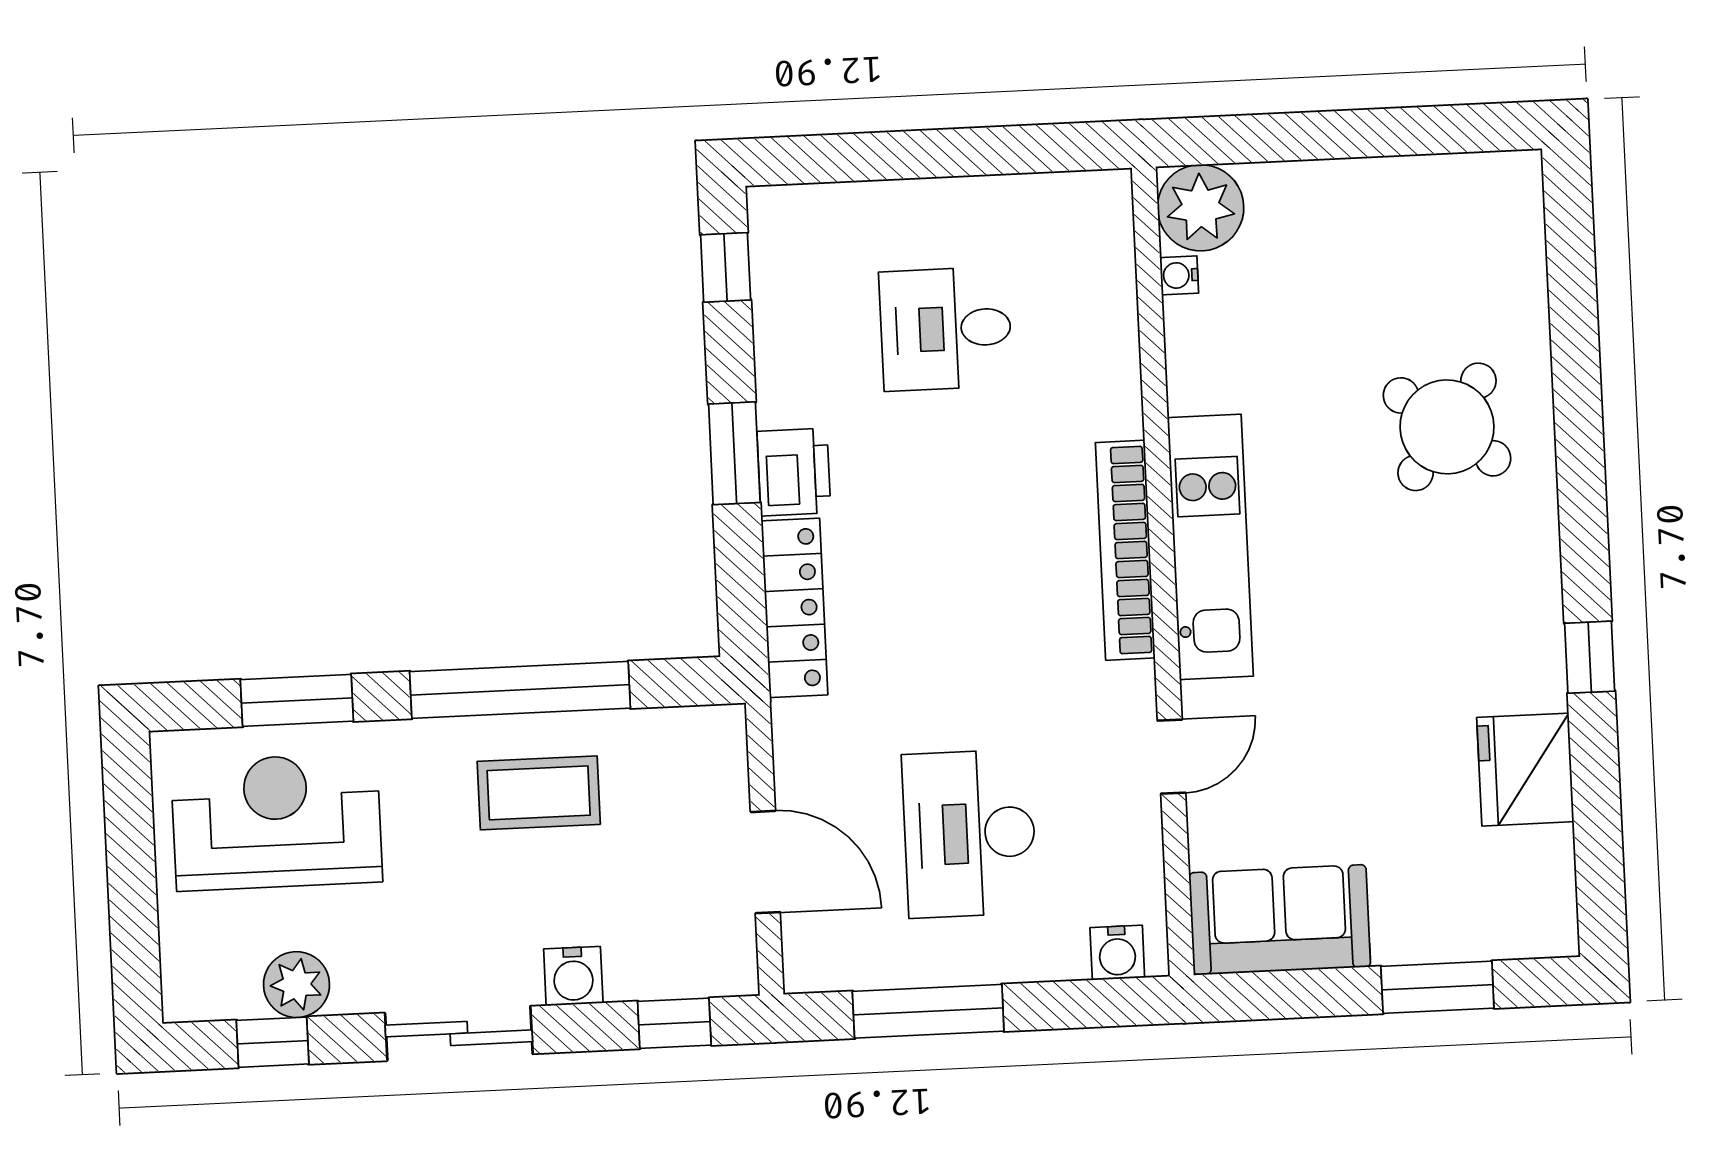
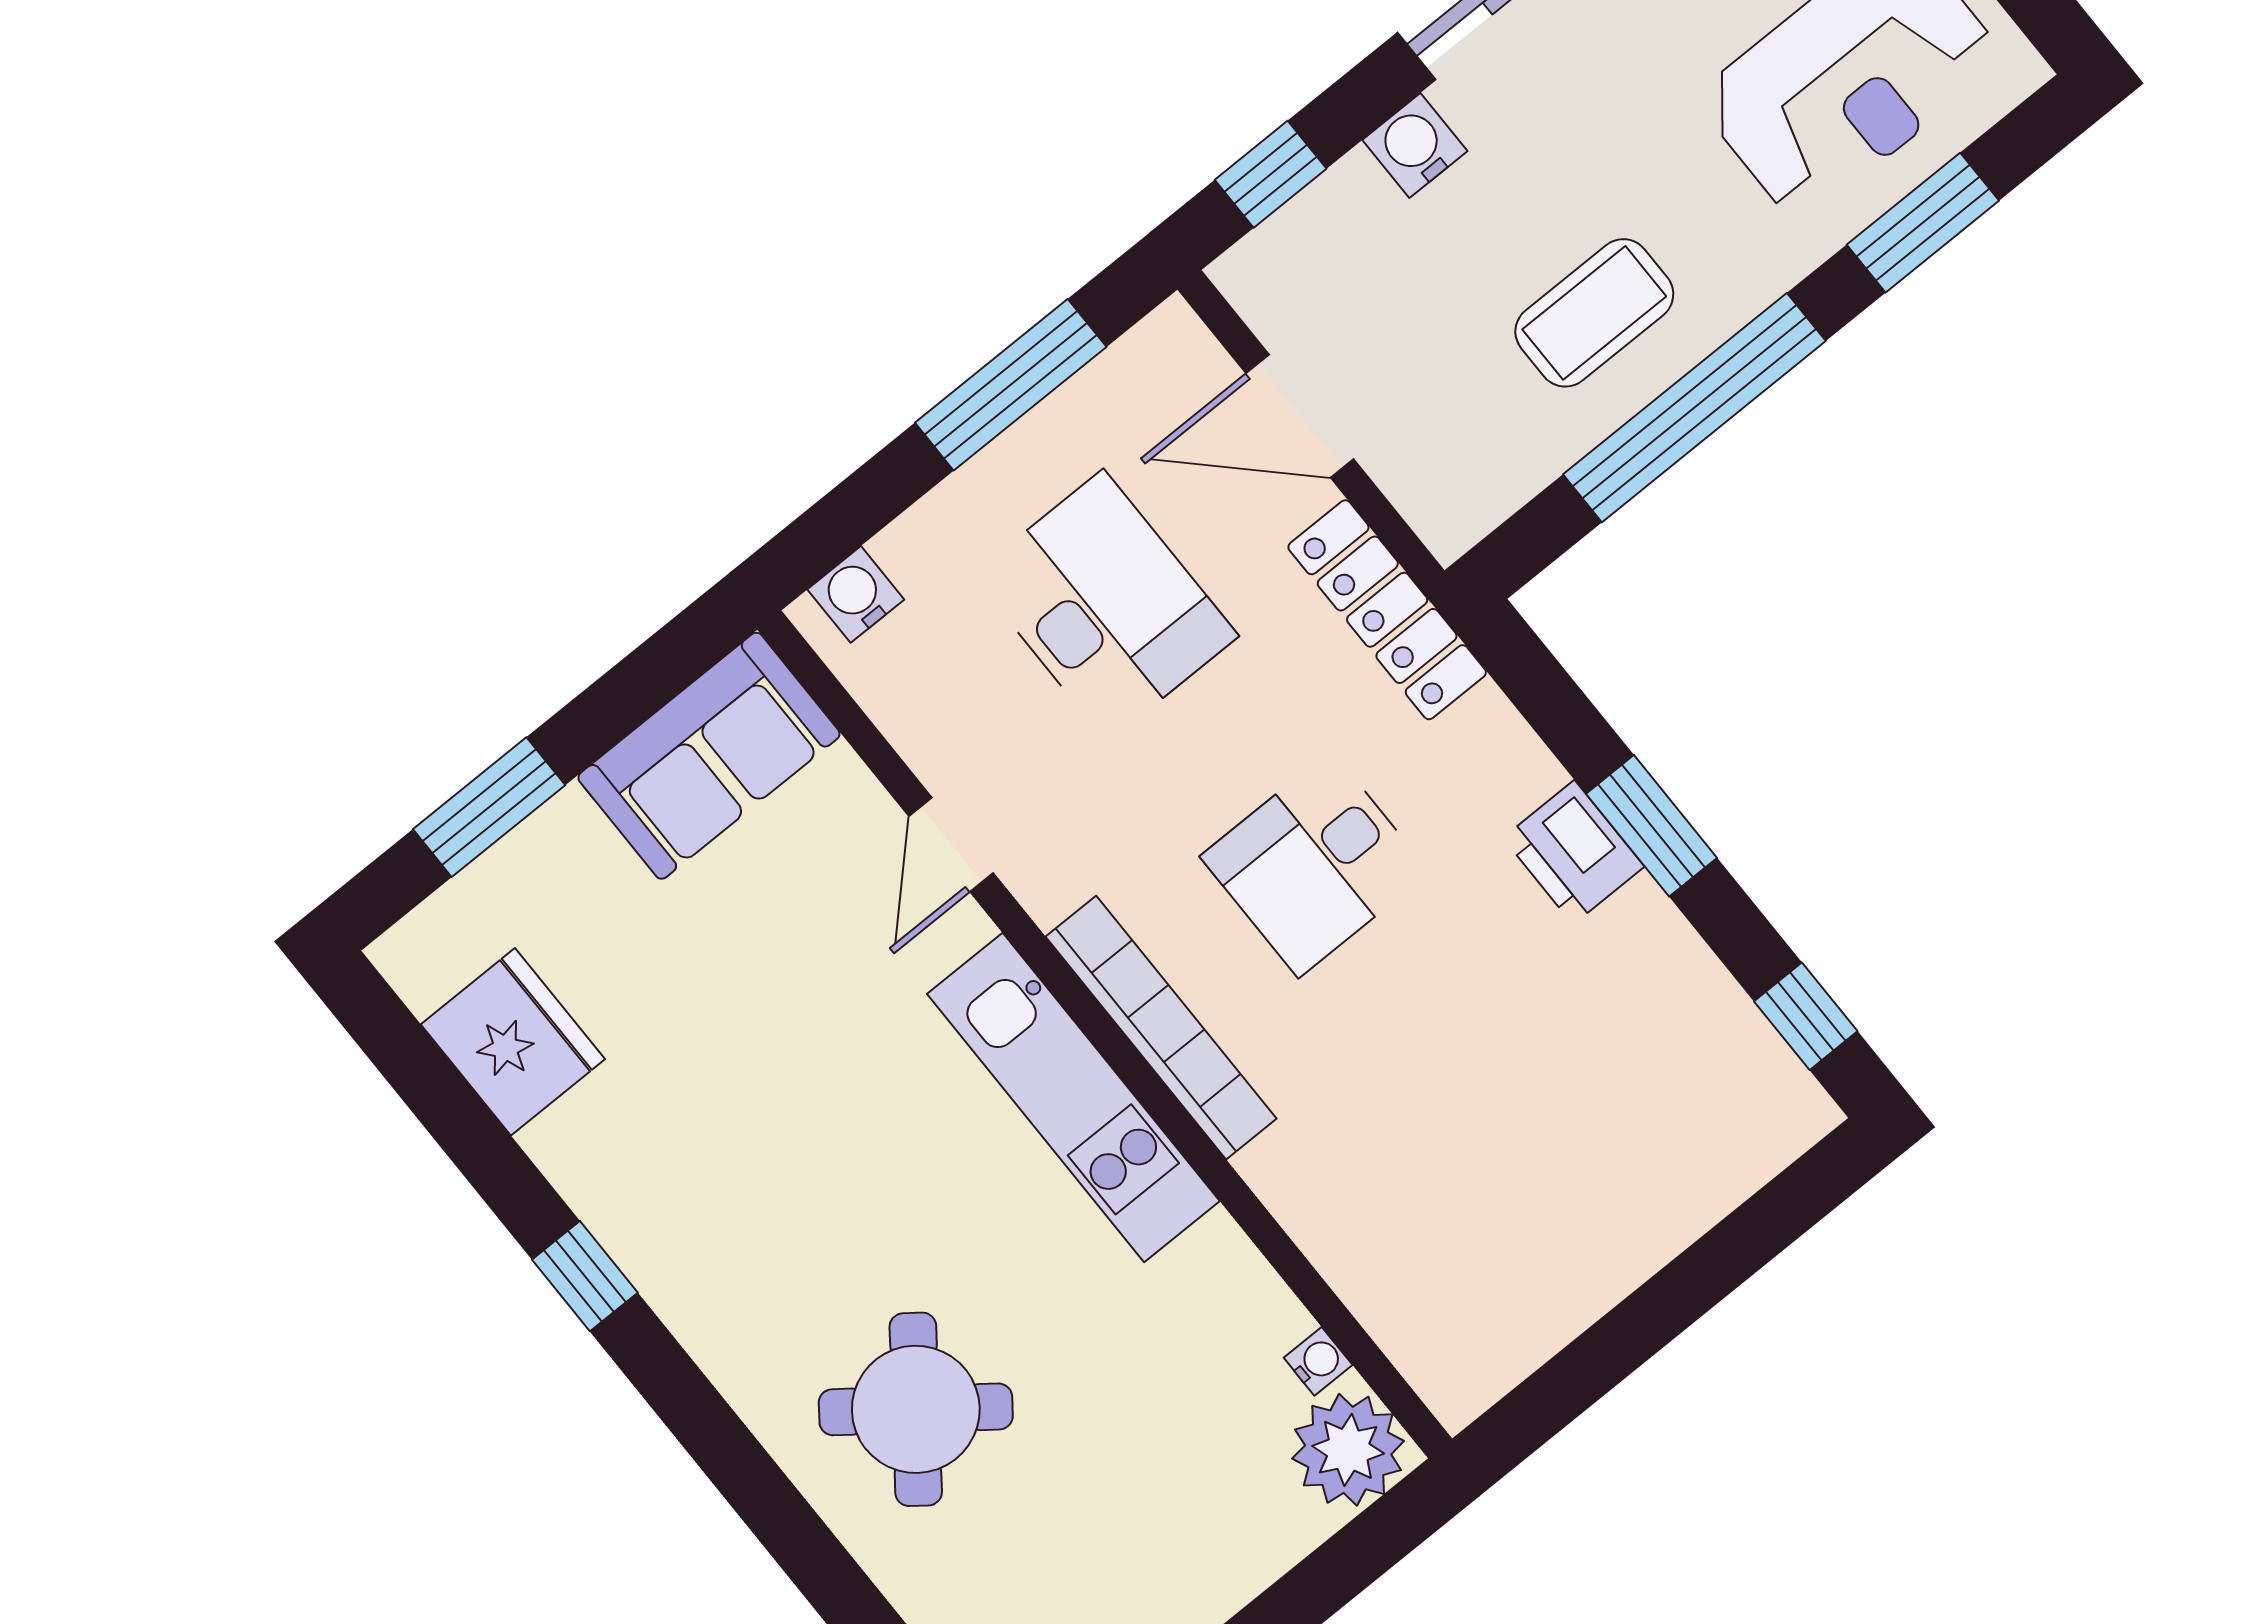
desk: (946, 329) -> (1315, 864), moved, turned 180
locker: (794, 608) -> (1387, 610), moved
fridge: (1525, 770) -> (513, 1042), moved

